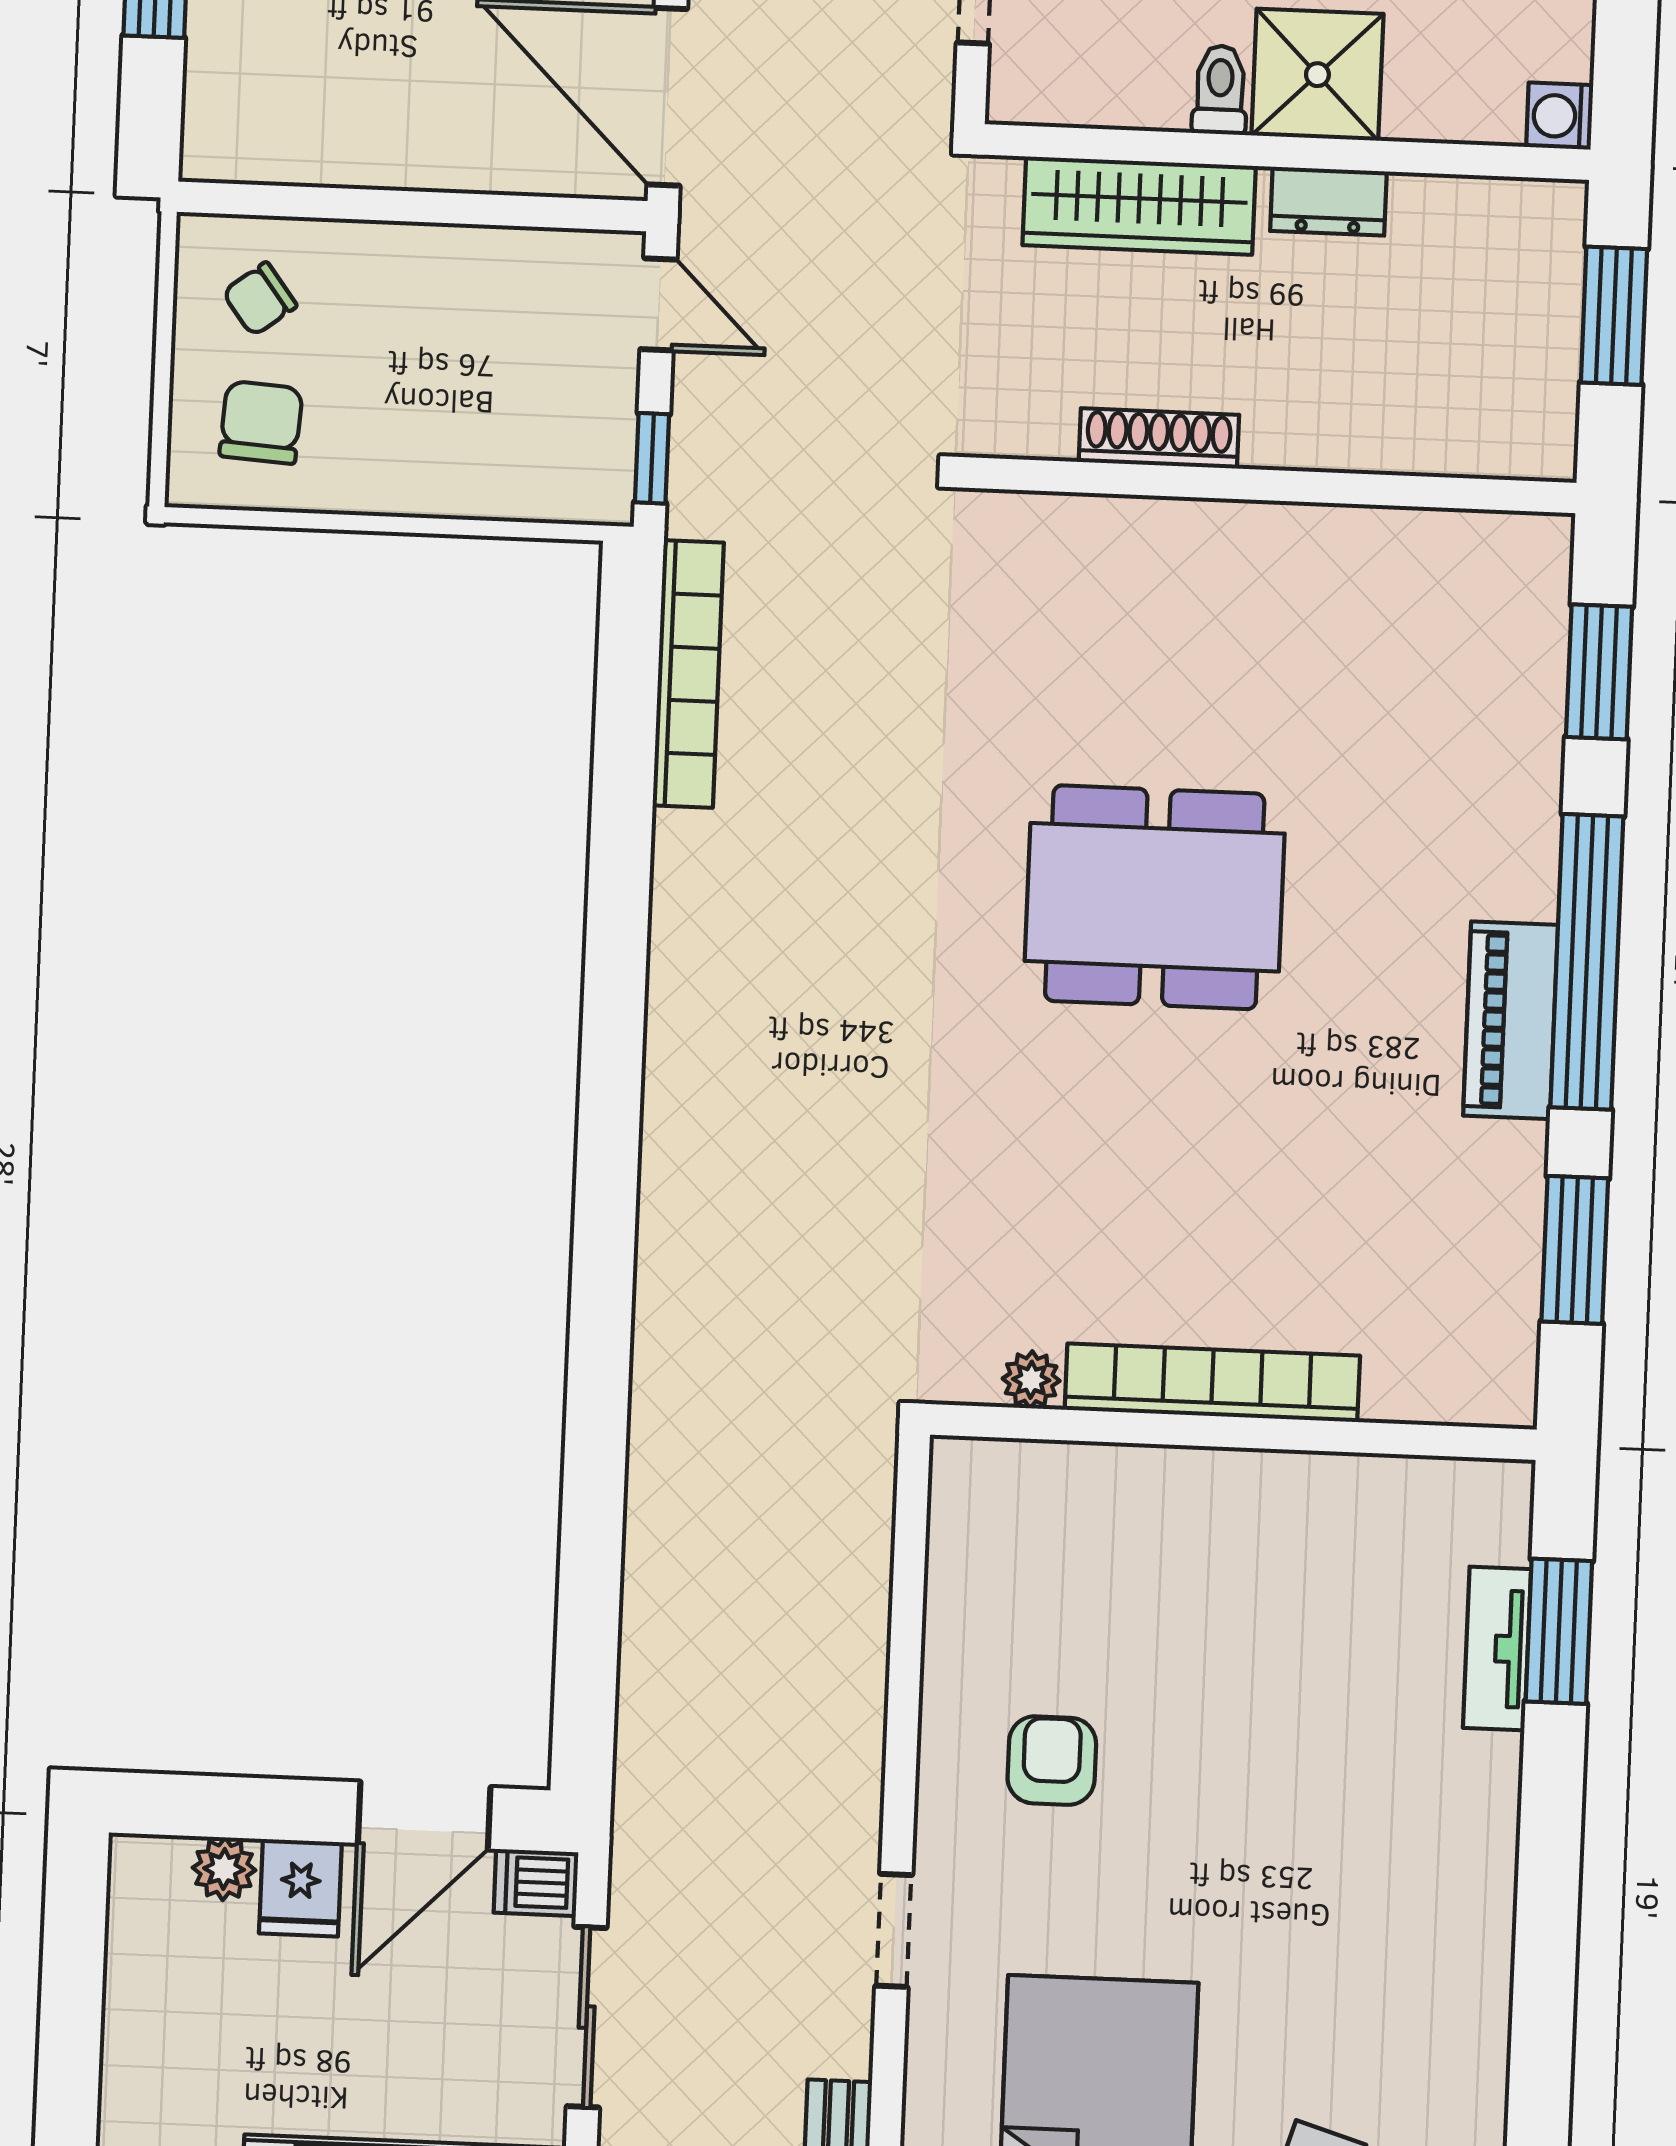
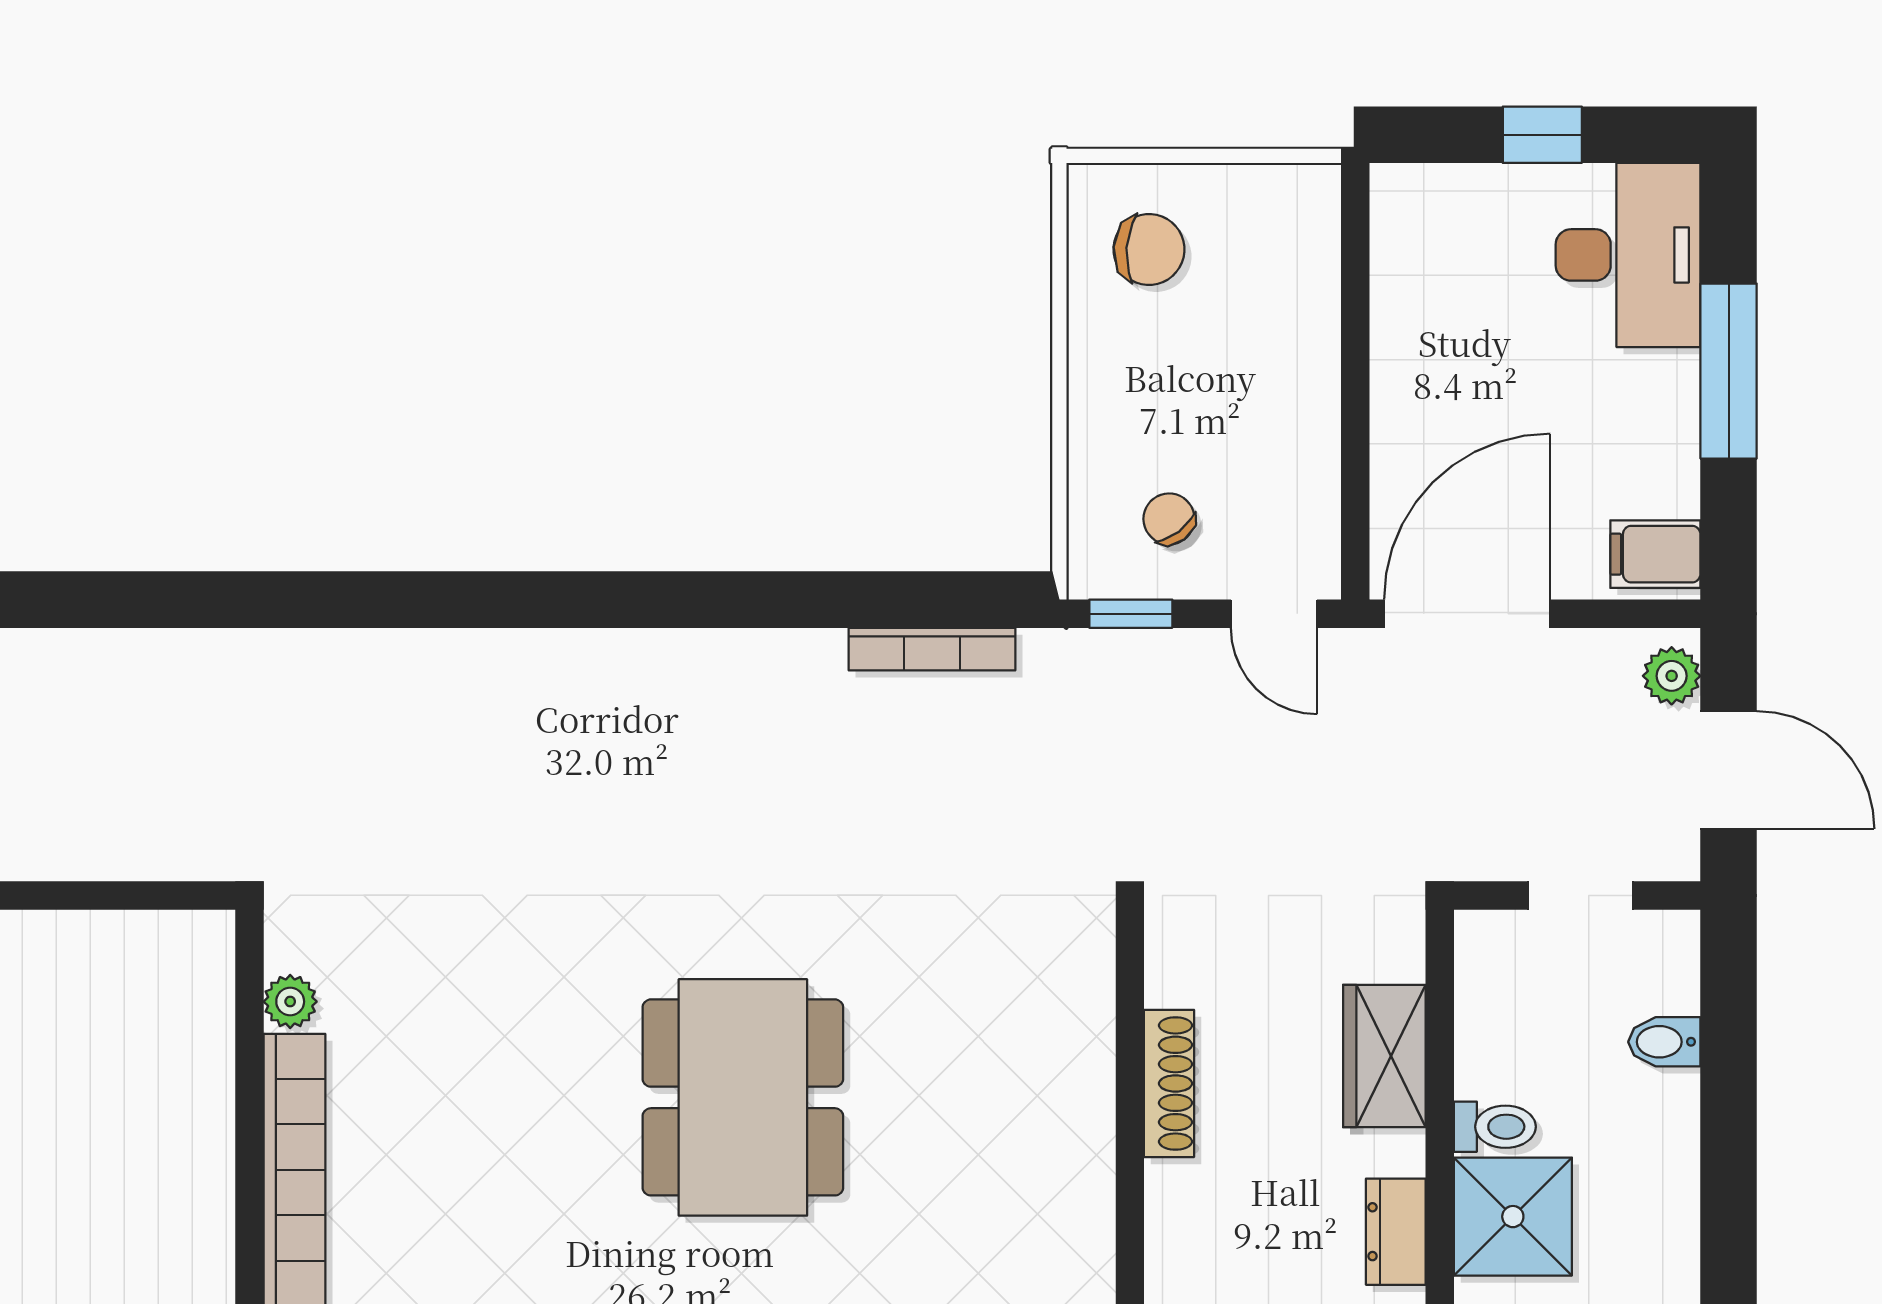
wardrobe: (1139, 206) -> (1384, 1056), width x0.67
chair: (260, 299) -> (1169, 519), moved
door: (658, 304) -> (1274, 614), hinge flipped
bookcase: (688, 674) -> (932, 649), width x0.68, depth x0.76

